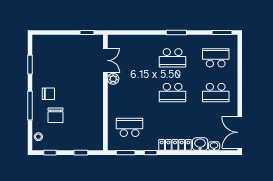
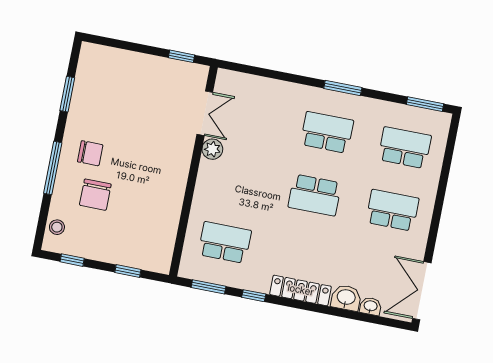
school desk: (173, 58) -> (327, 132), turned 180
school desk: (216, 93) -> (392, 210), turned 180

